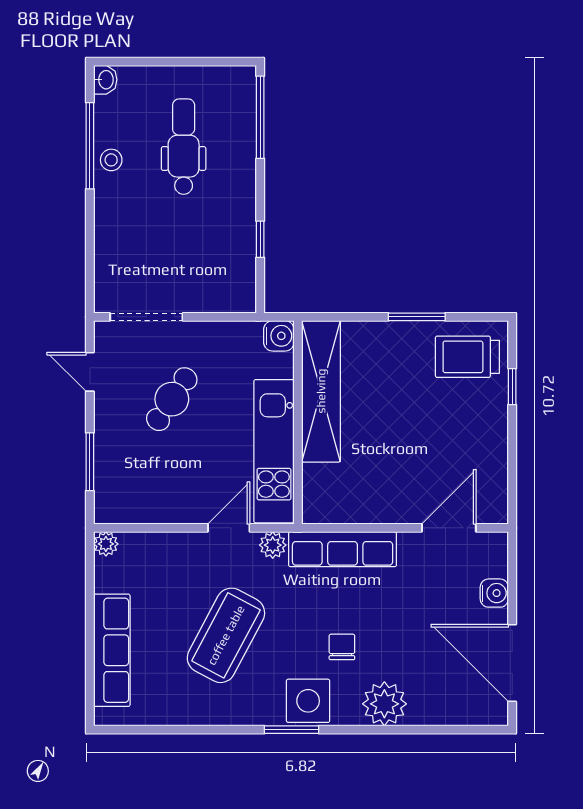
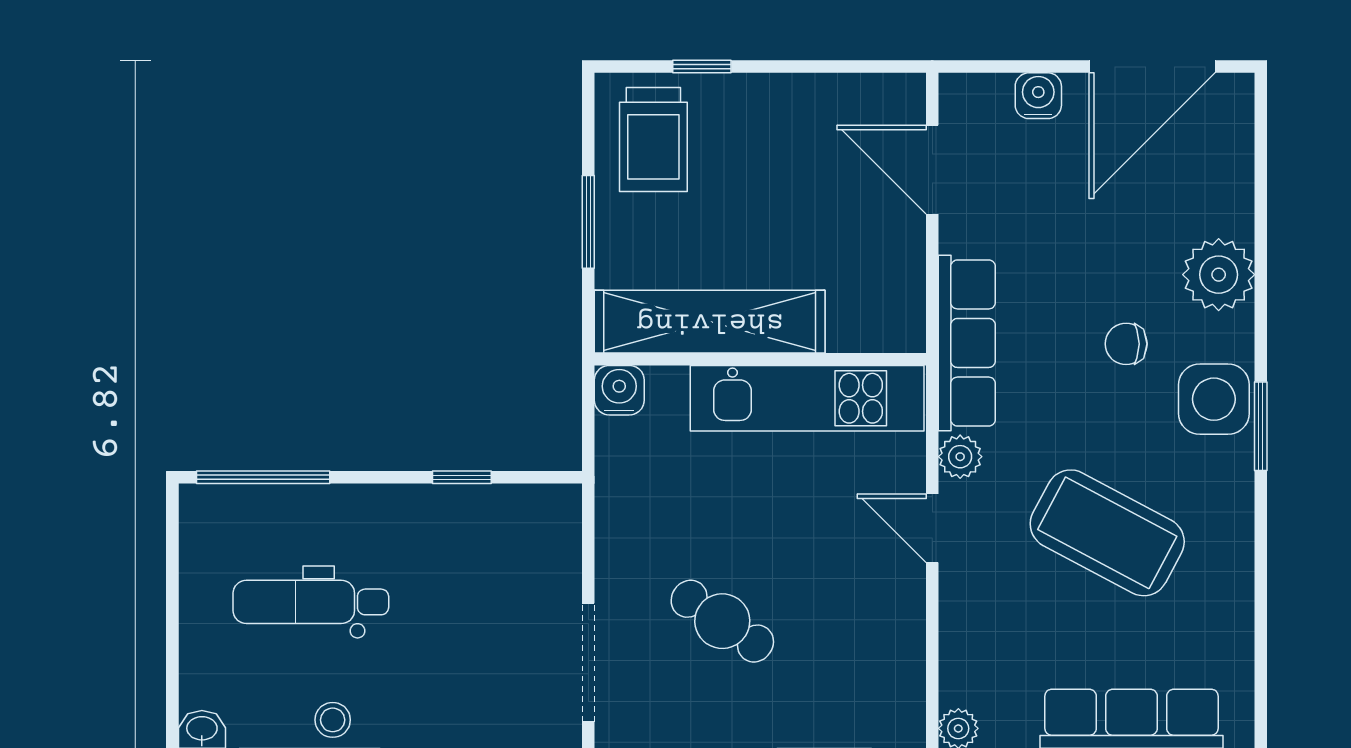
water cooler: (279, 336) -> (619, 390), moved
shelving: (321, 391) -> (710, 322), moved
wall: (298, 422) -> (760, 359), moved
kitchen unit: (274, 451) -> (807, 398), moved

